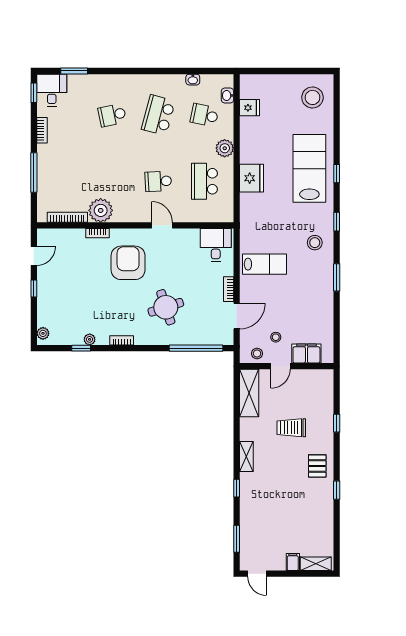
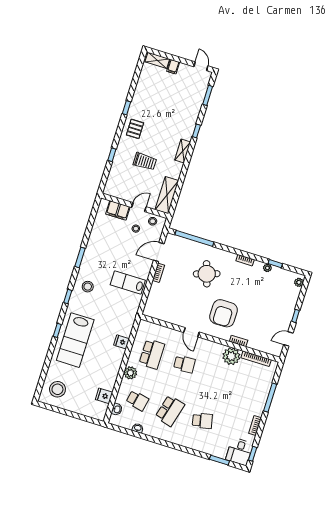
fridge: (252, 178) -> (122, 342), width x0.53, depth x0.75
desk: (216, 245) -> (158, 307), removed

